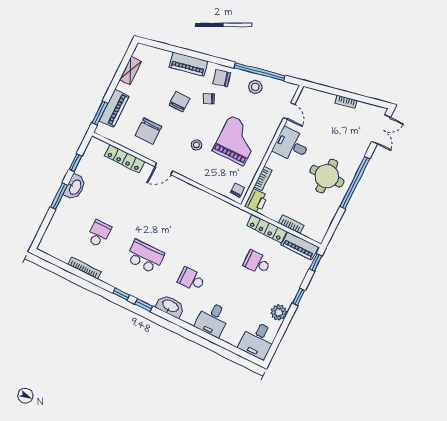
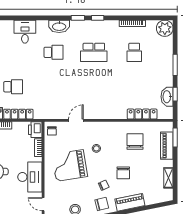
grand piano: (237, 140) -> (70, 165), turned 81
desk: (291, 145) -> (30, 177), width x1.37
door: (164, 169) -> (76, 120), moved
washbasin: (75, 187) -> (167, 97), moved
plant: (50, 244) -> (165, 28), added

